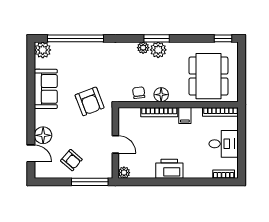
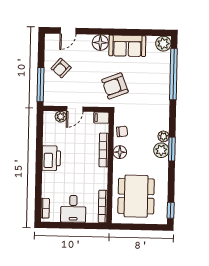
dining table: (208, 76) -> (136, 196), turned 90
filing cabinet: (185, 115) -> (101, 118), moved
floor lamp: (43, 135) -> (100, 43), moved
plant: (124, 173) -> (61, 117), moved

